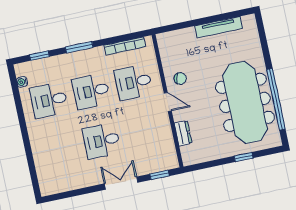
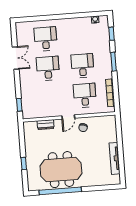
desk: (49, 100) -> (46, 39), moved
meeting table: (245, 102) -> (61, 170), width x0.73
double door: (121, 183) -> (16, 58), moved

